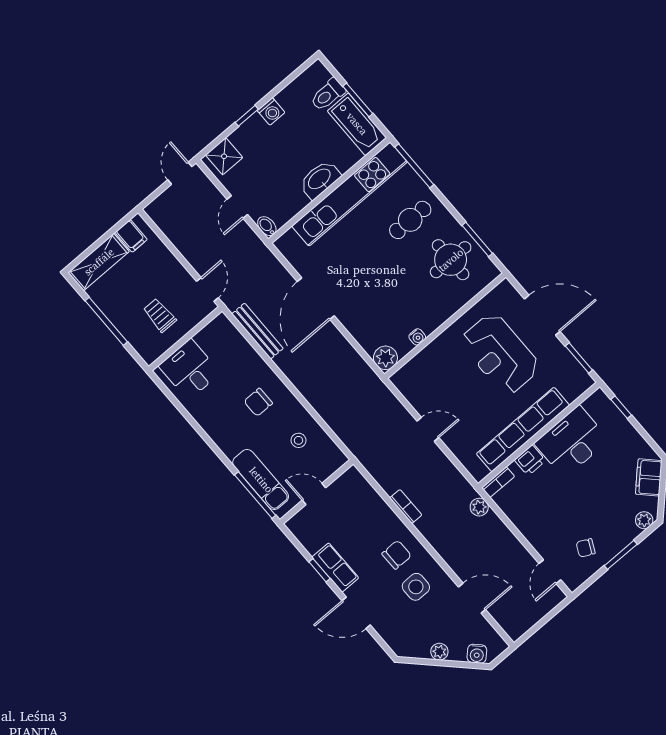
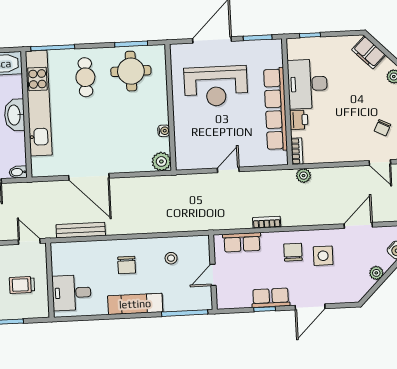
exam couch: (261, 480) -> (135, 304), moved
row of seats: (368, 497) -> (242, 242), added

